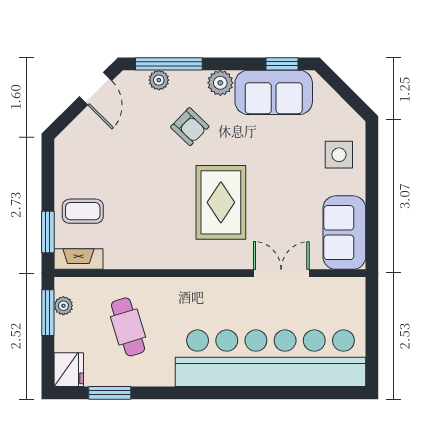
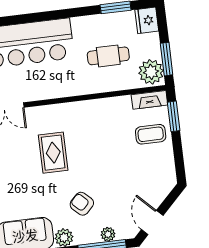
rug: (221, 202) -> (53, 153), width x0.73, depth x0.70
plant: (63, 306) -> (151, 72), width x1.87, depth x1.87
cafe table: (128, 327) -> (108, 56), turned -73

